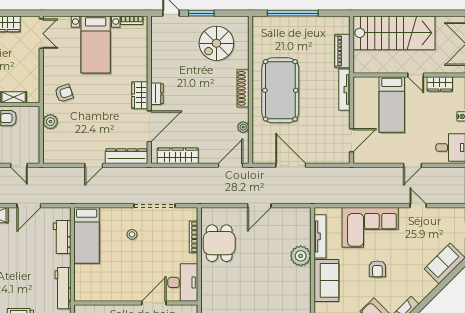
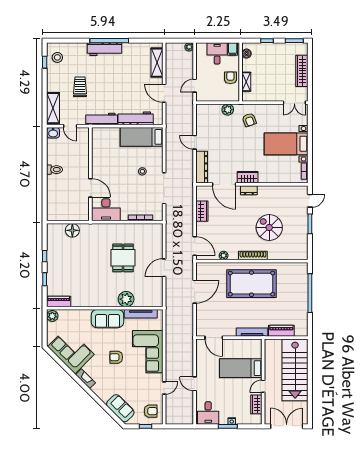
spiral stairs: (216, 43) -> (269, 228), moved
wardrobe: (178, 156) -> (202, 211), width x0.67
door: (259, 206) -> (164, 268), hinge flipped
armchair: (449, 223) -> (151, 411), added
workbench: (62, 237) -> (136, 118), width x1.38
dining table: (219, 243) -> (123, 258), moved, turned 90

